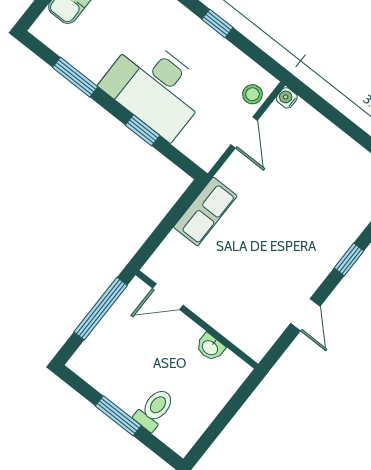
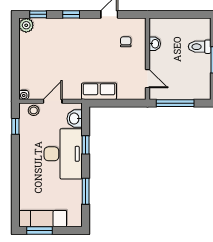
window: (217, 23) -> (15, 126), moved
washbasin: (194, 145) -> (75, 119), added
chair: (246, 307) -> (126, 42), added

